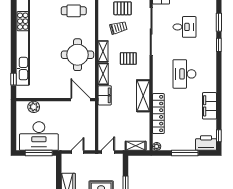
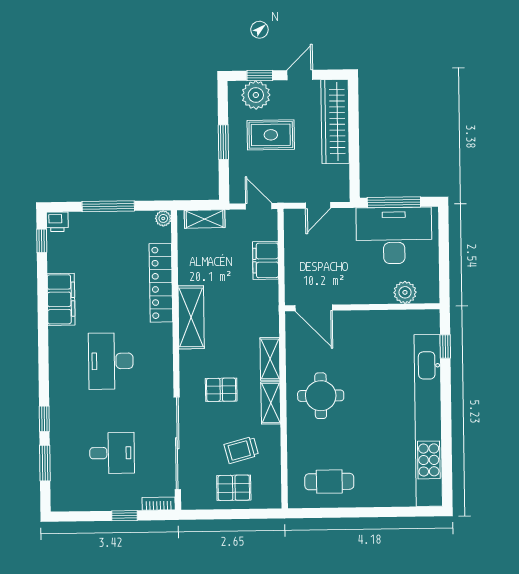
desk: (184, 27) -> (112, 453), turned 180
round table: (77, 55) -> (321, 396), width x0.73, depth x0.73
desk: (184, 74) -> (111, 361), turned 180
filing cabinet: (105, 95) -> (266, 260), moved
printer: (206, 143) -> (57, 222), width x0.53, depth x0.68
door: (108, 152) -> (259, 206), swing flipped

